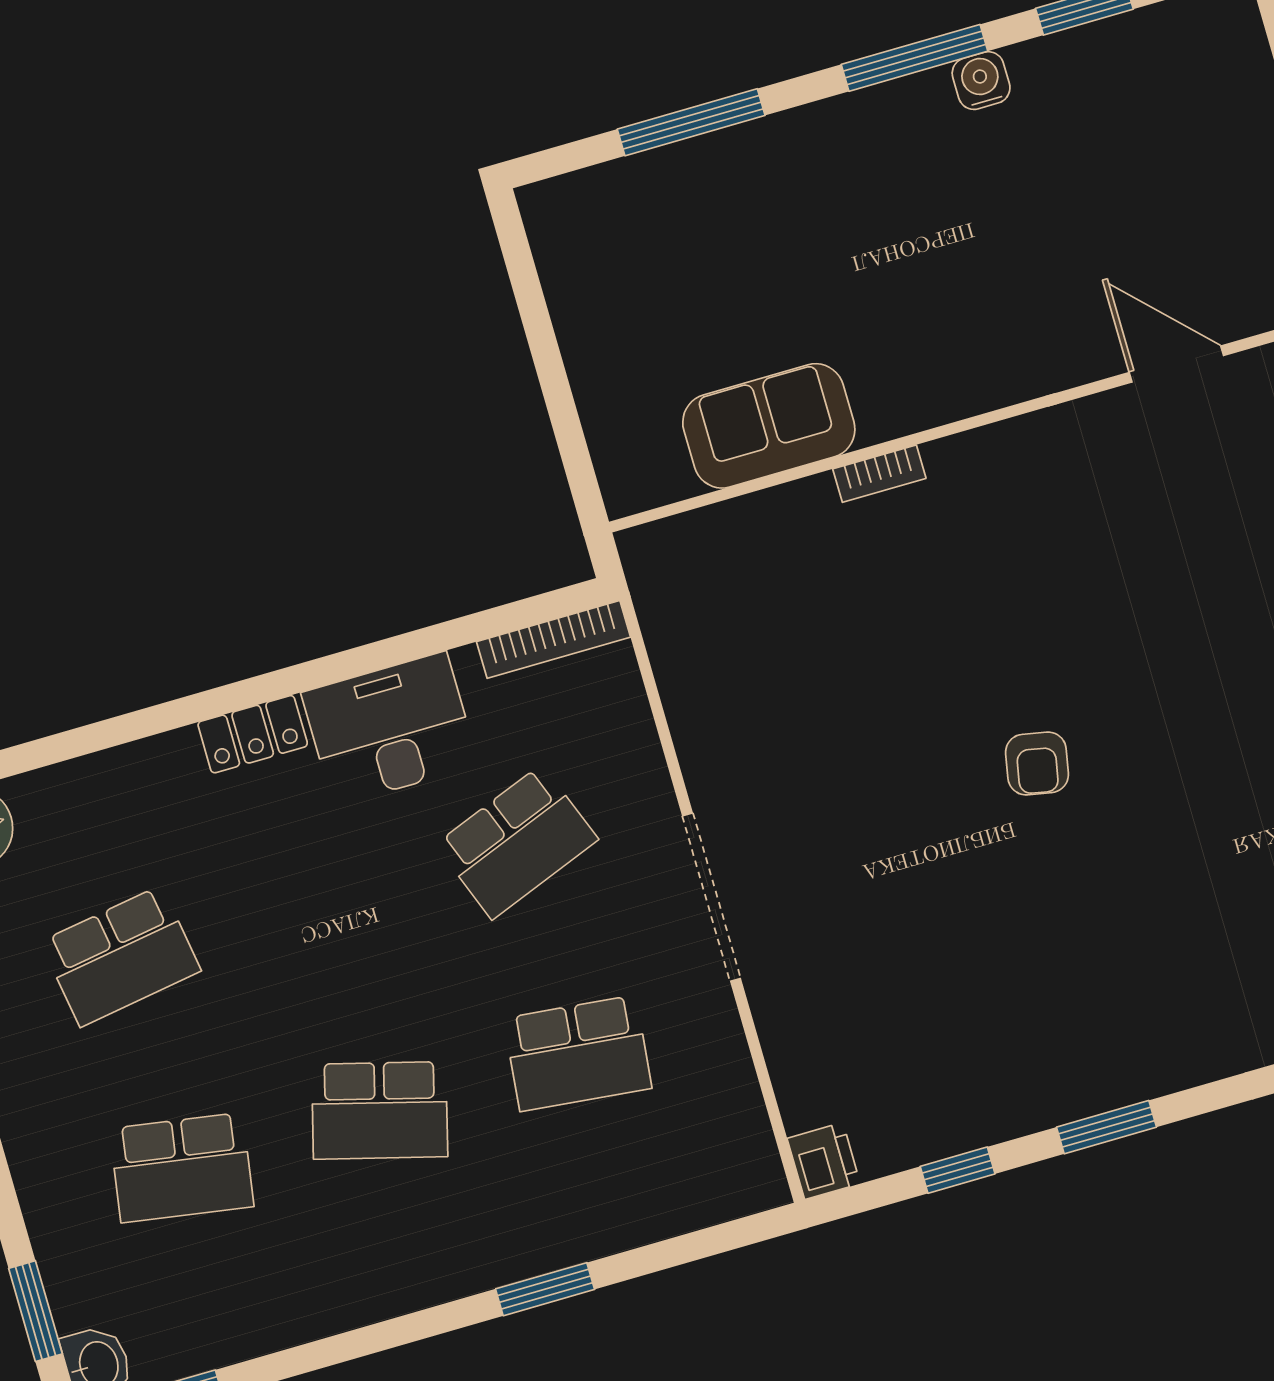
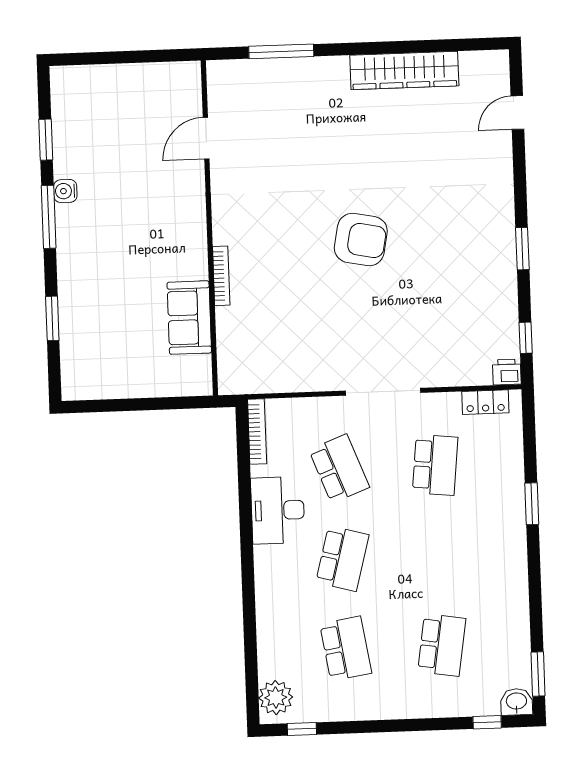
window: (691, 122) -> (52, 318), width x0.69
bookcase: (879, 474) -> (221, 276), width x1.56
locker: (253, 734) -> (485, 402), moved, turned 90
armchair: (1037, 763) -> (361, 240), width x1.88, depth x1.88
school desk: (380, 1110) -> (342, 559), moved
window: (958, 1170) -> (526, 338), moved
window: (35, 1311) -> (487, 722), width x0.67

